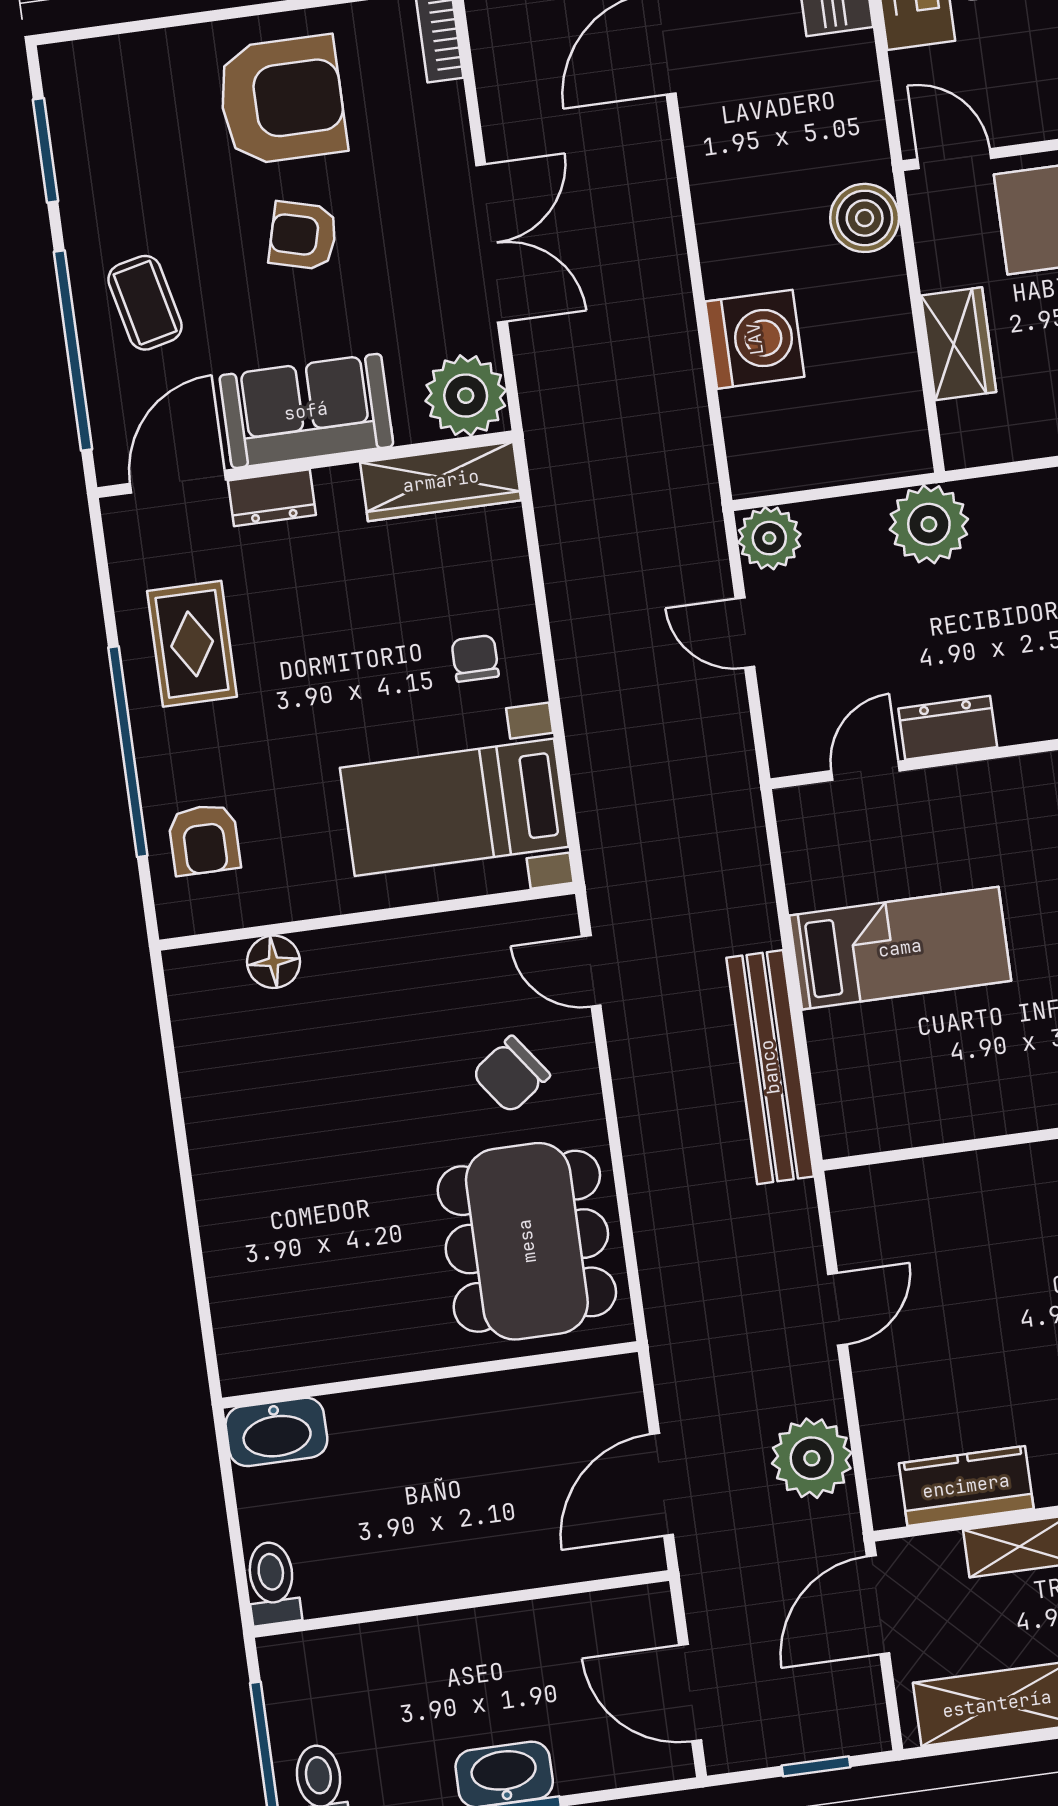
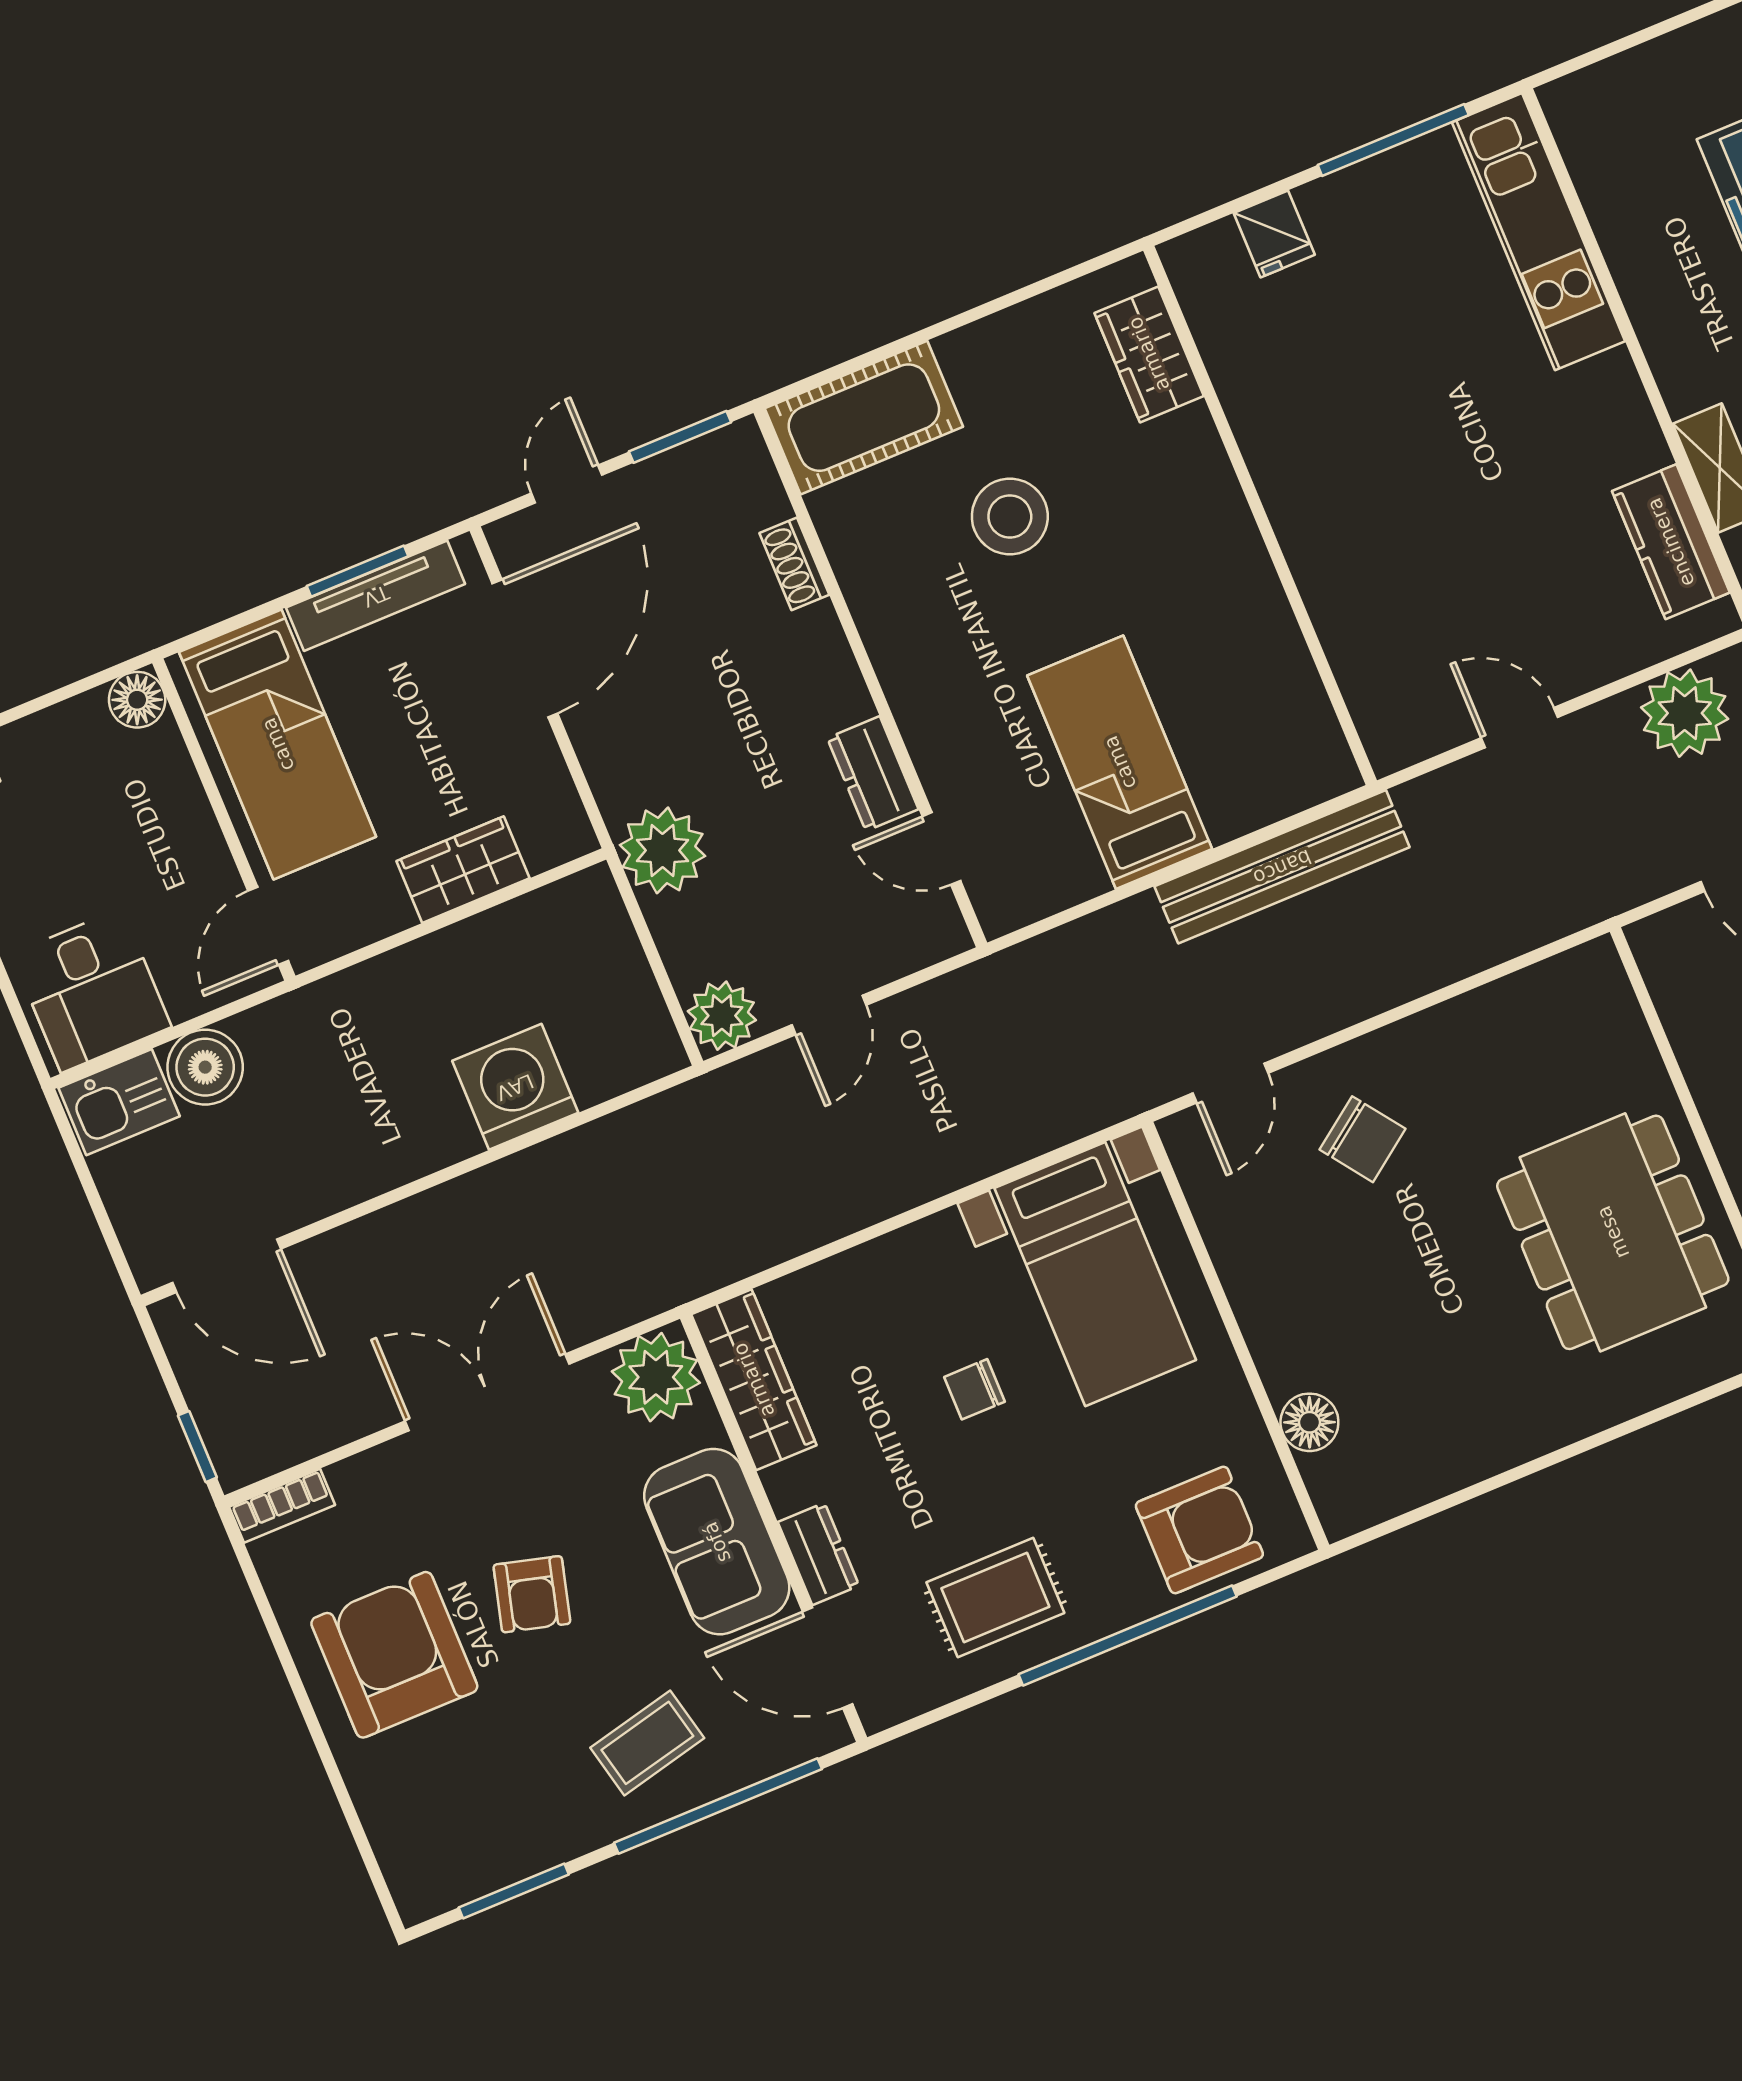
boiler: (865, 218) -> (205, 1067), moved
chair: (475, 658) -> (975, 1389), moved
armchair: (204, 839) -> (1199, 1530), width x1.38, depth x1.38
dining table: (527, 1241) -> (1613, 1232), moved, turned 90

